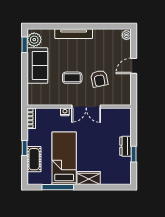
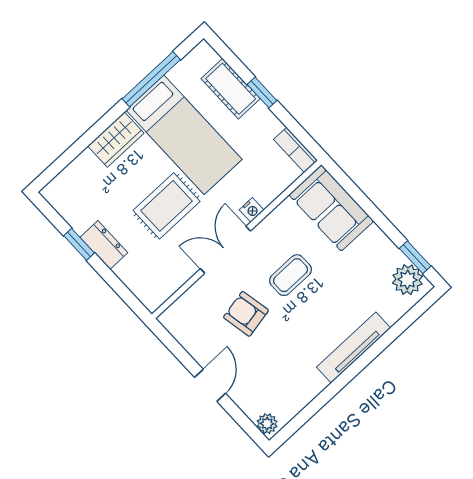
sofa: (37, 65) -> (331, 208), moved
rug: (92, 140) -> (167, 206), added

